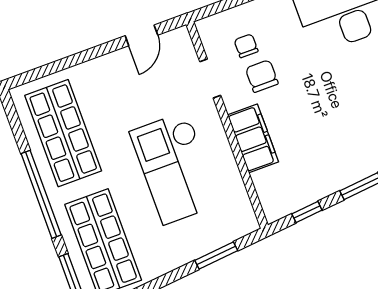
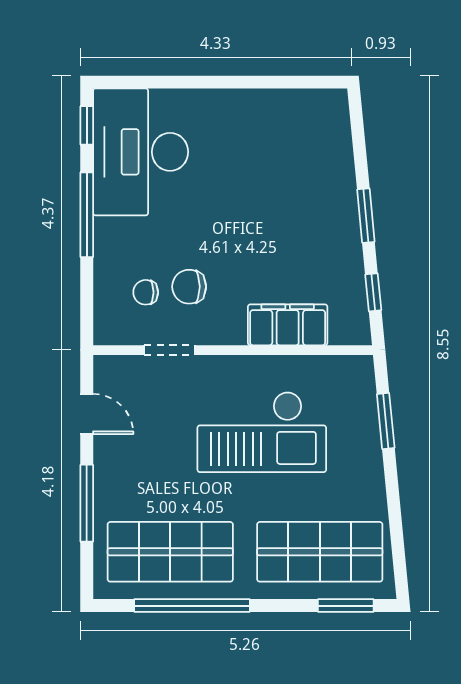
window: (76, 59) -> (87, 503), added
filing cabinet: (253, 138) -> (288, 325), moved
window: (41, 194) -> (192, 606), moved

